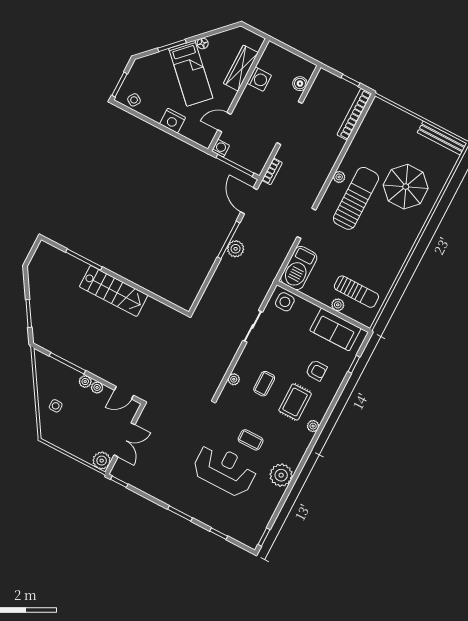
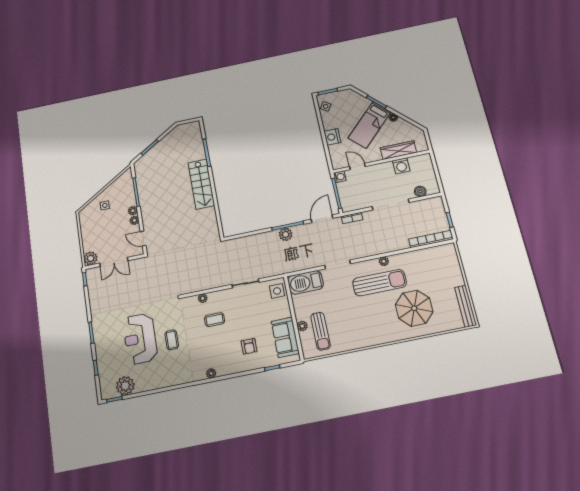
rug: (295, 402) -> (218, 349), removed
reception desk: (225, 470) -> (140, 339), turned 180
plant: (281, 475) -> (125, 386), moved

